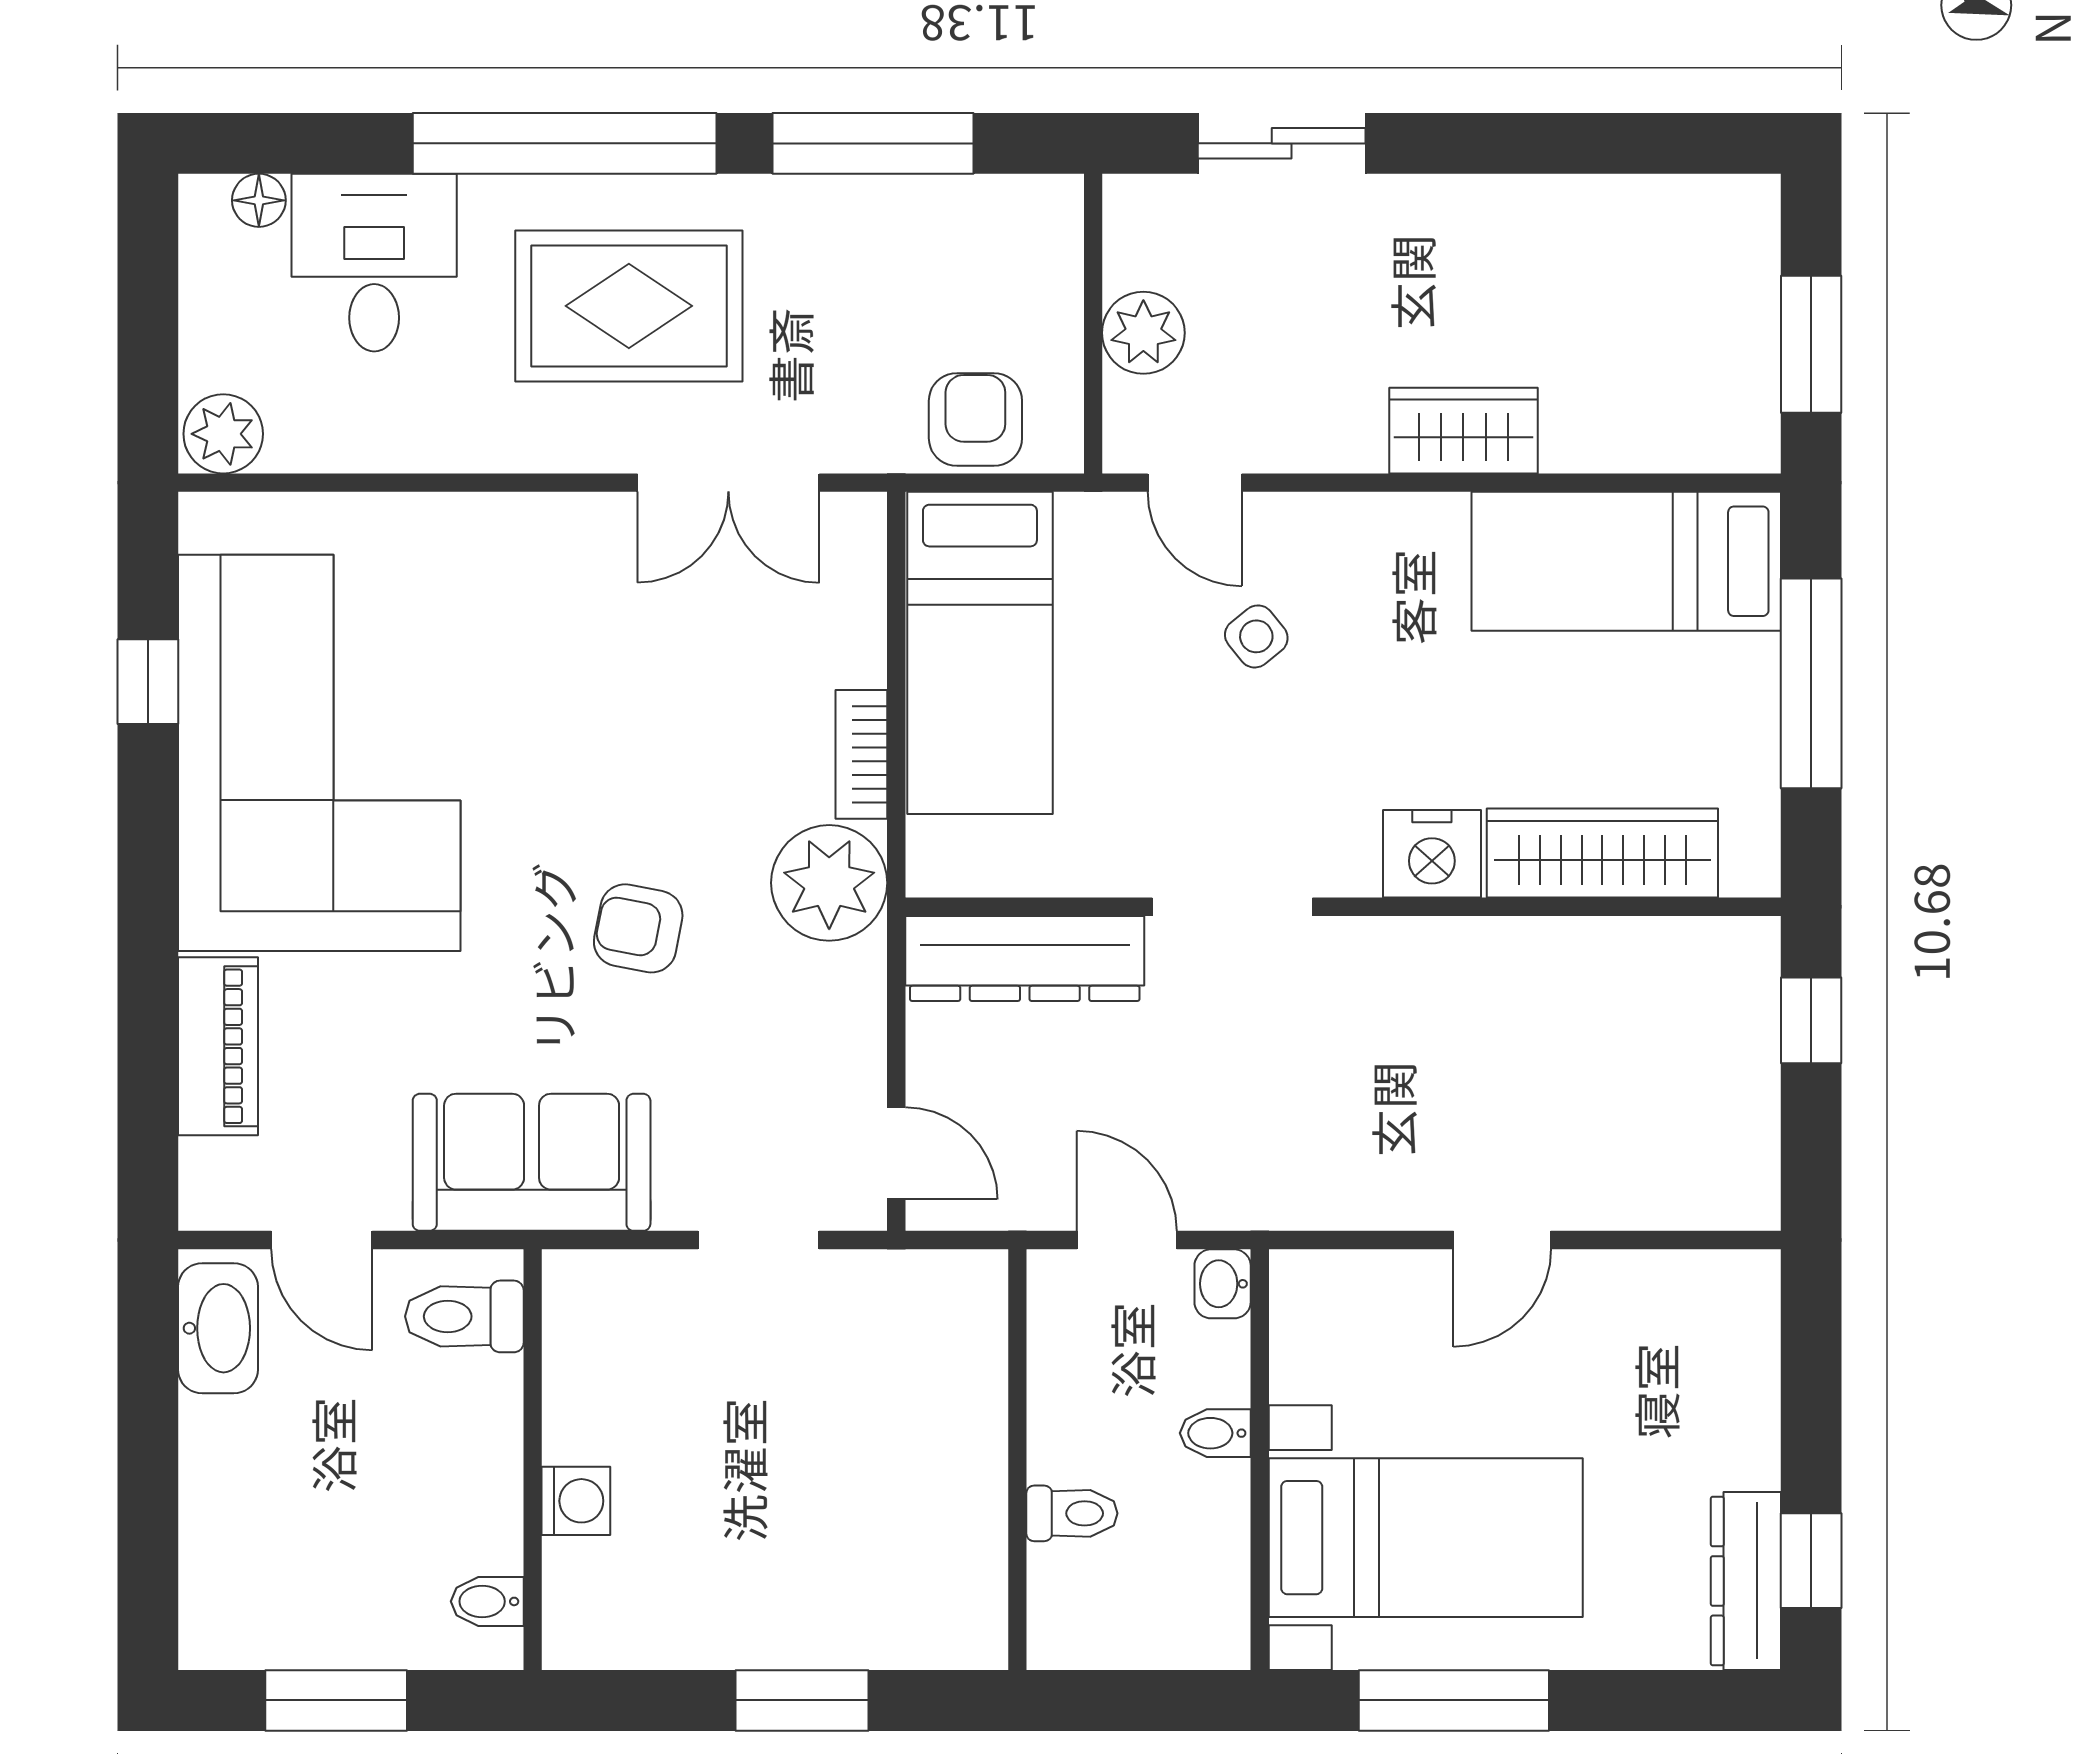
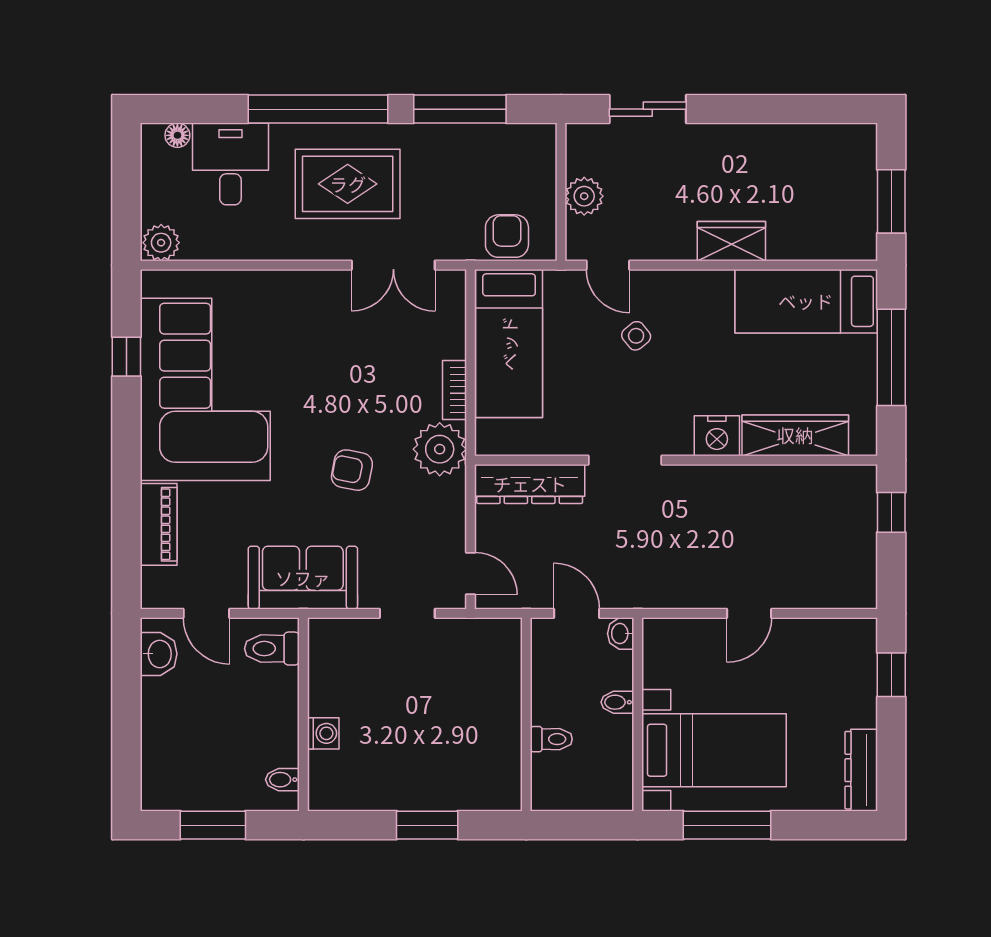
washbasin: (218, 1328) -> (159, 654), width x0.72
window: (1811, 1561) -> (891, 675), moved

